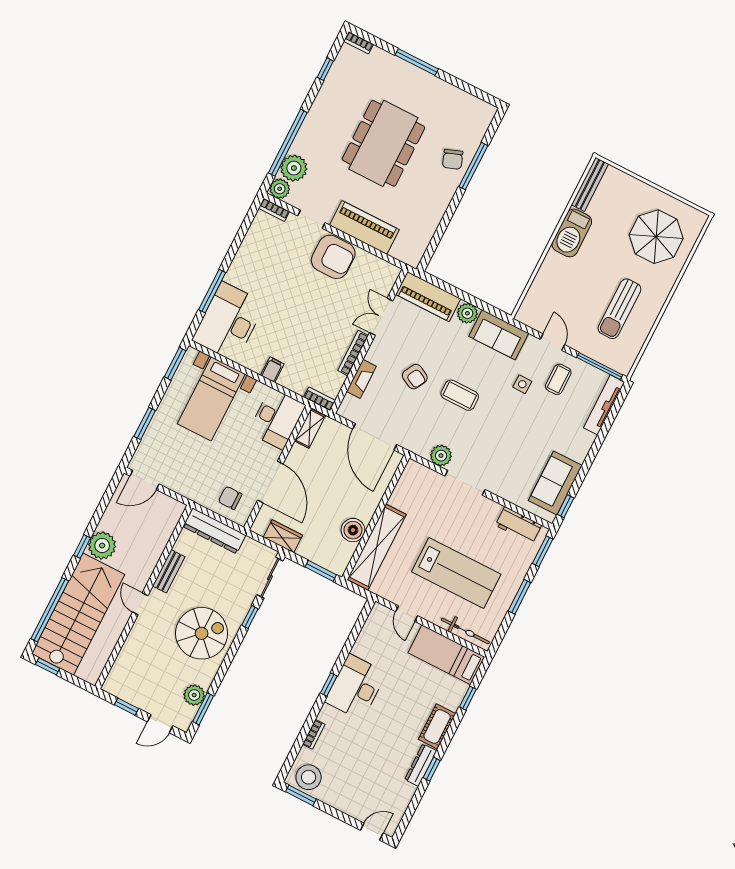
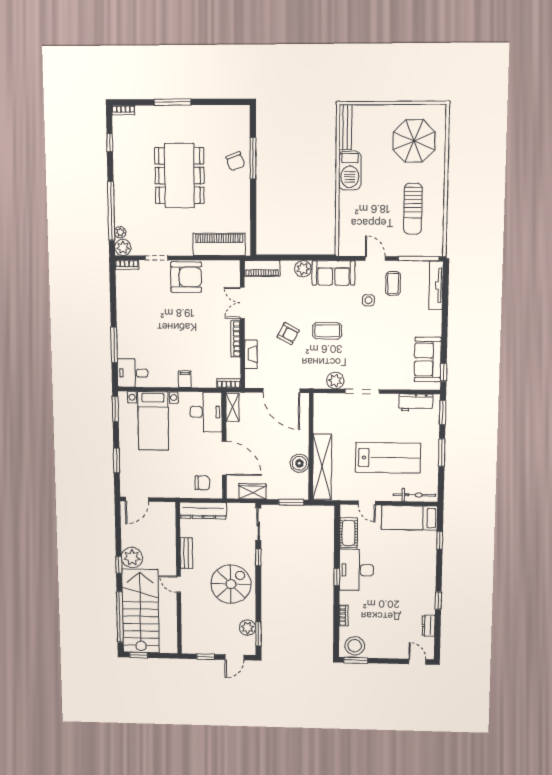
plant: (294, 168) -> (120, 232), width x0.53, depth x0.53
piano: (364, 227) -> (219, 244), moved
piano: (428, 297) -> (262, 268), width x0.73, depth x0.75
desk: (229, 322) -> (133, 373), width x0.53, depth x0.77
chair: (230, 498) -> (202, 483), turned 180
cot: (437, 726) -> (349, 533), moved
dresser: (421, 765) -> (429, 626), moved, width x0.70
door: (372, 832) -> (417, 662), hinge flipped

